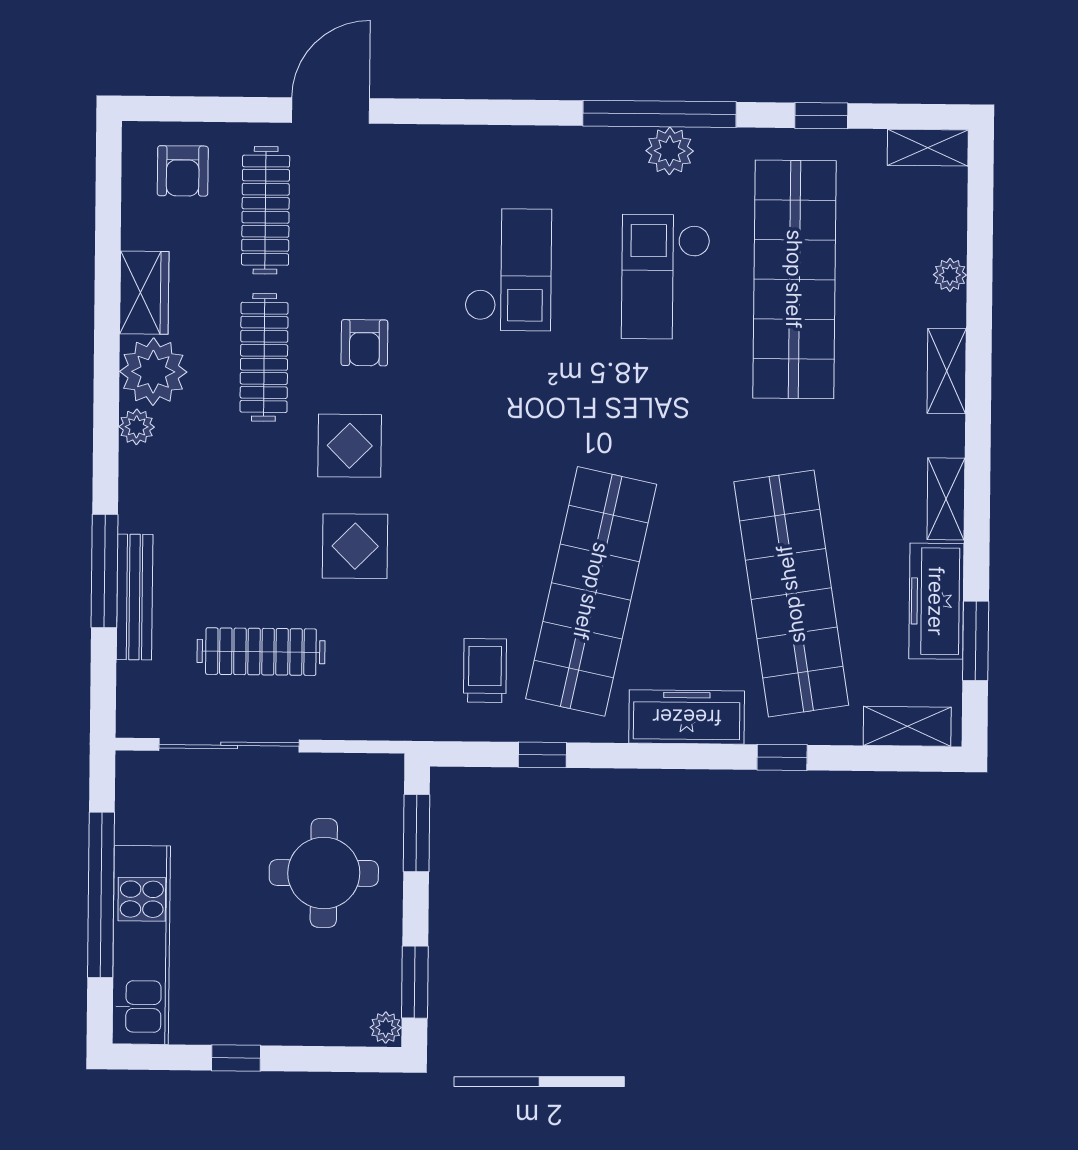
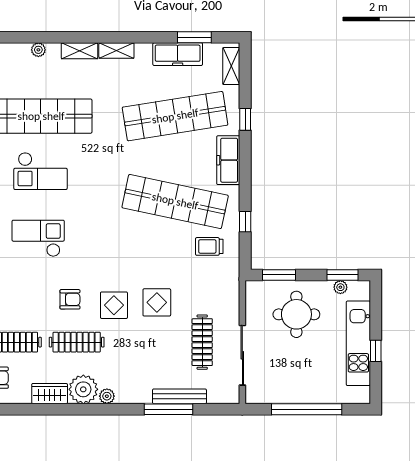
shelving: (946, 499) -> (116, 51), moved
kitchen unit: (141, 945) -> (358, 343), moved, turned -90
plant: (386, 1028) -> (340, 287), moved

